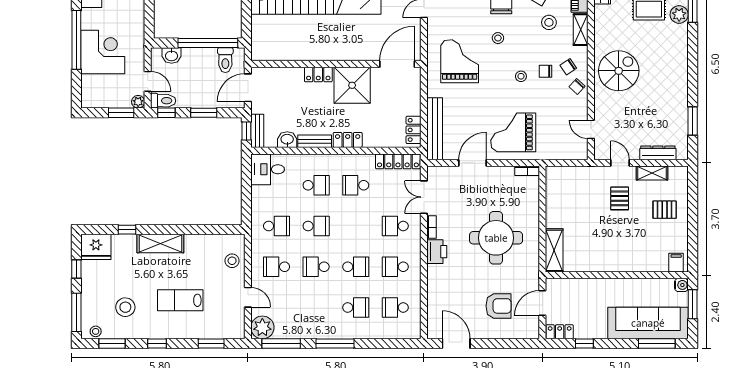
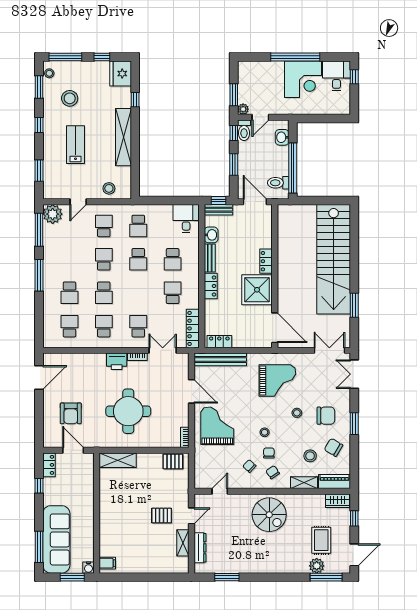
corner desk: (103, 52) -> (303, 79), moved
chair: (577, 86) -> (249, 466), moved
pallet: (665, 210) -> (173, 461), moved, turned 90
shelving: (160, 244) -> (123, 137), width x1.47

